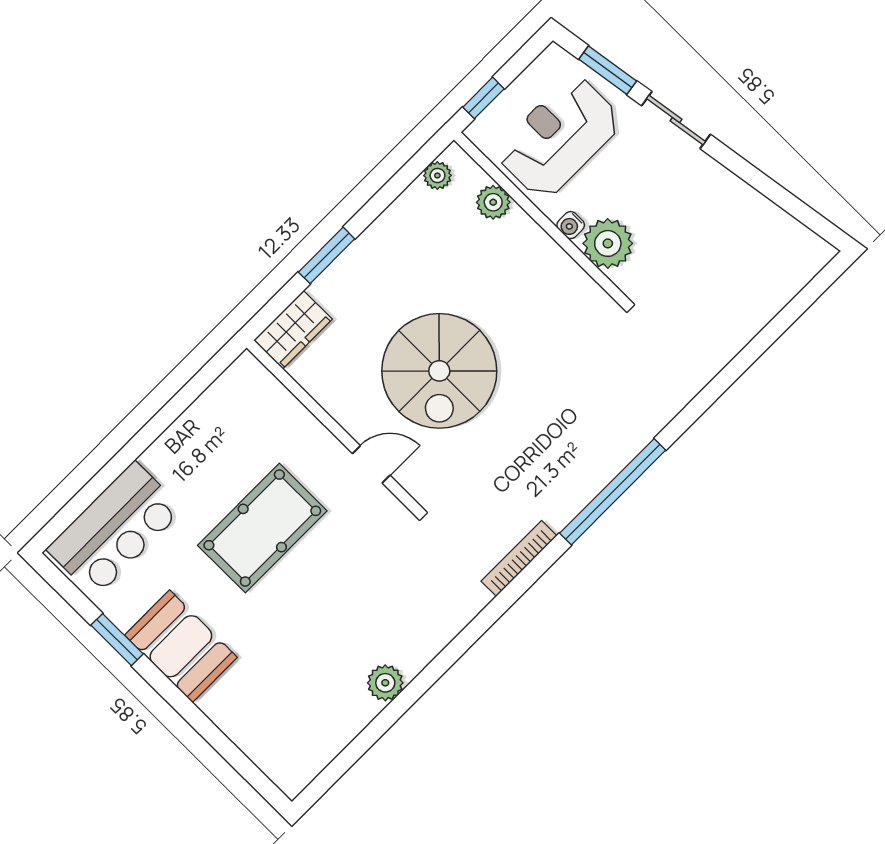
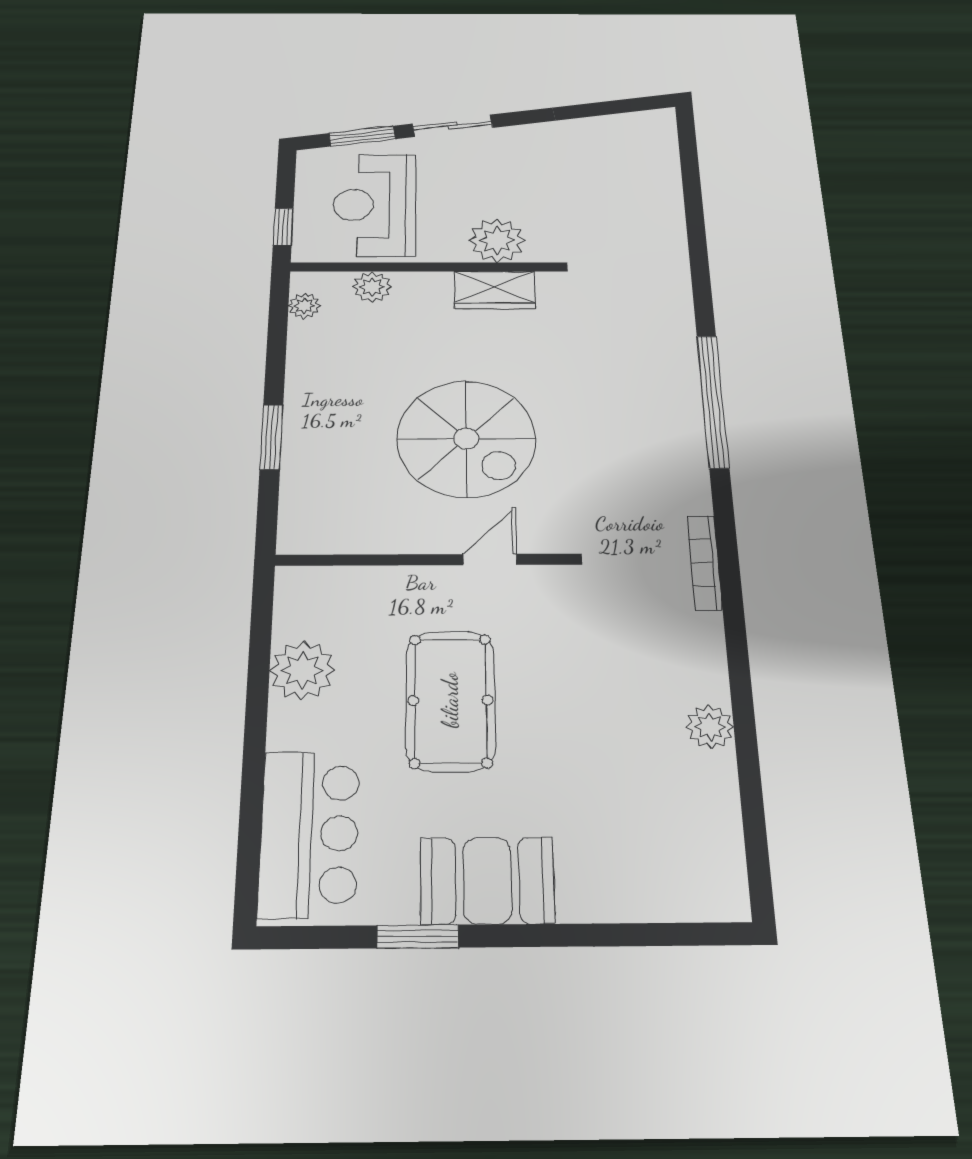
water cooler: (571, 225) -> (453, 252), removed
wardrobe: (293, 330) -> (495, 290), moved, turned 90
plant: (200, 430) -> (302, 670), added
bookcase: (519, 559) -> (705, 563), moved

